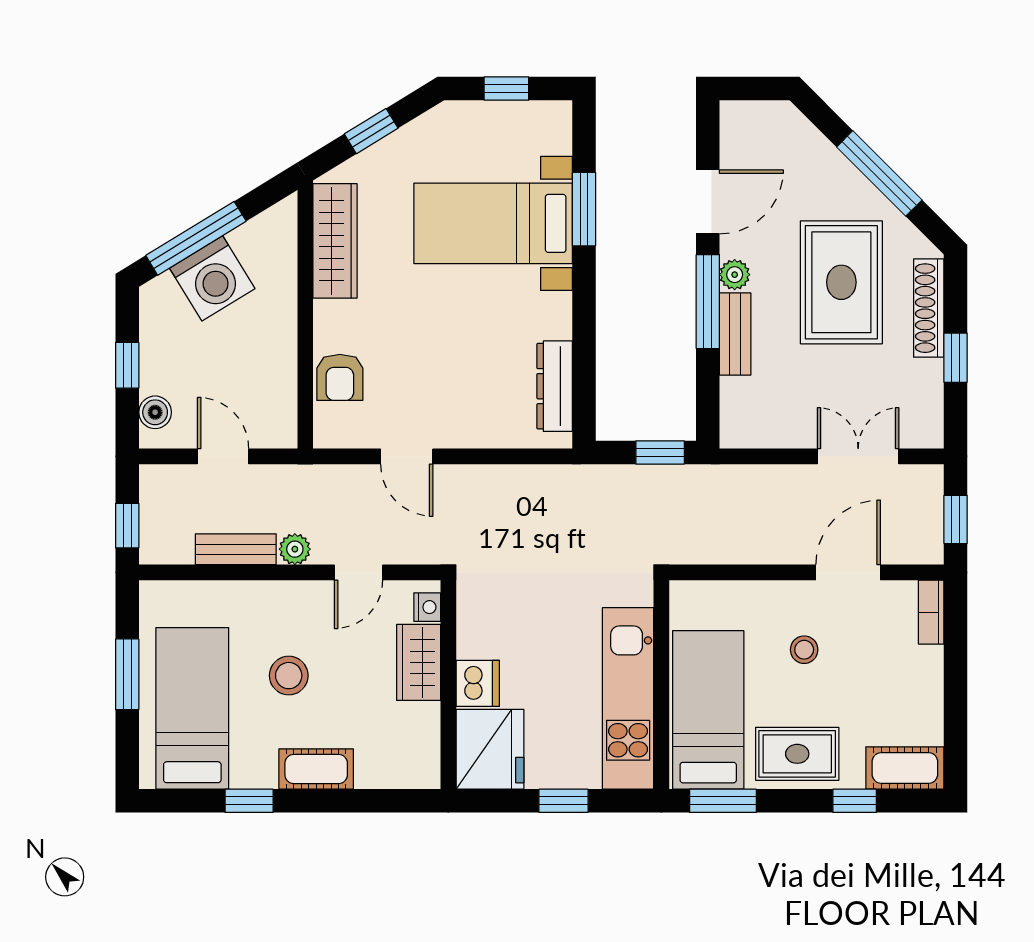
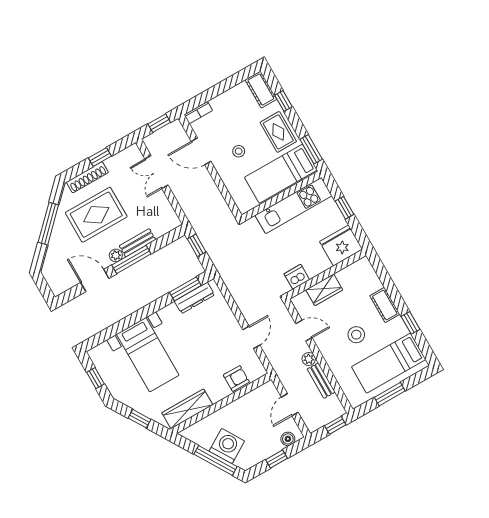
window: (584, 209) -> (185, 289), moved
nightstand: (427, 607) -> (302, 298), removed
dishwasher: (478, 683) -> (297, 277), moved

